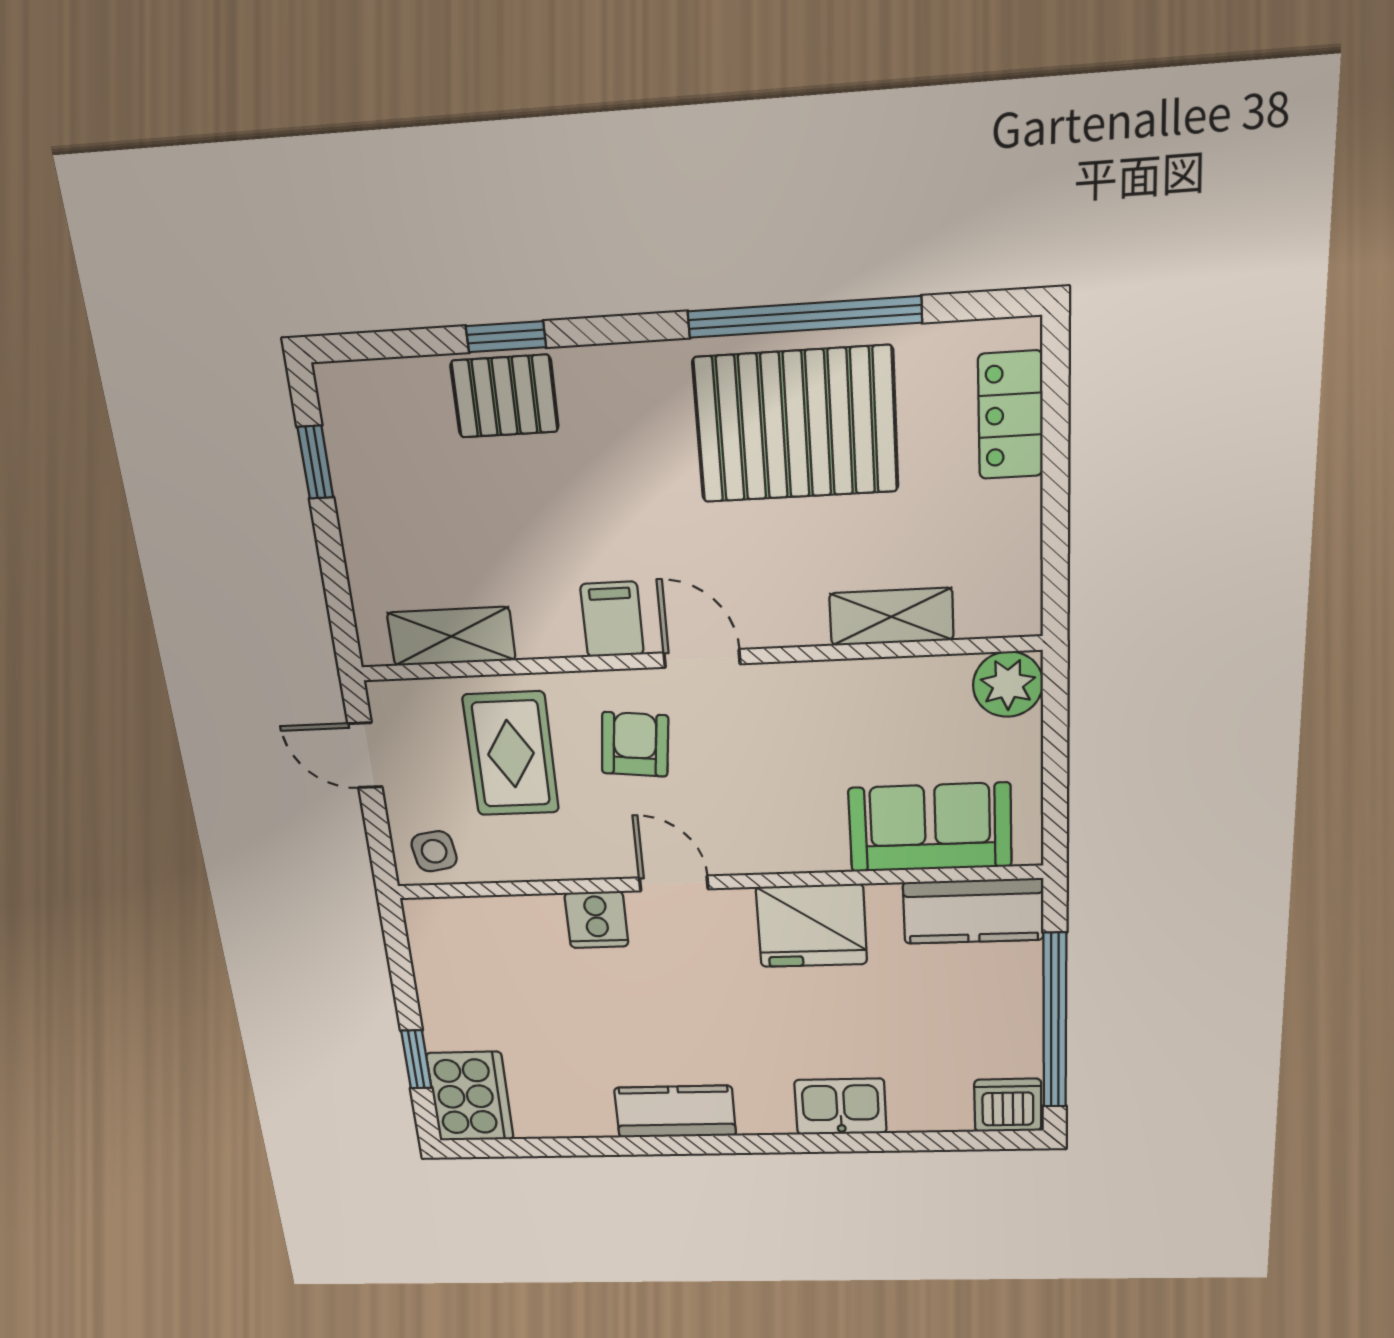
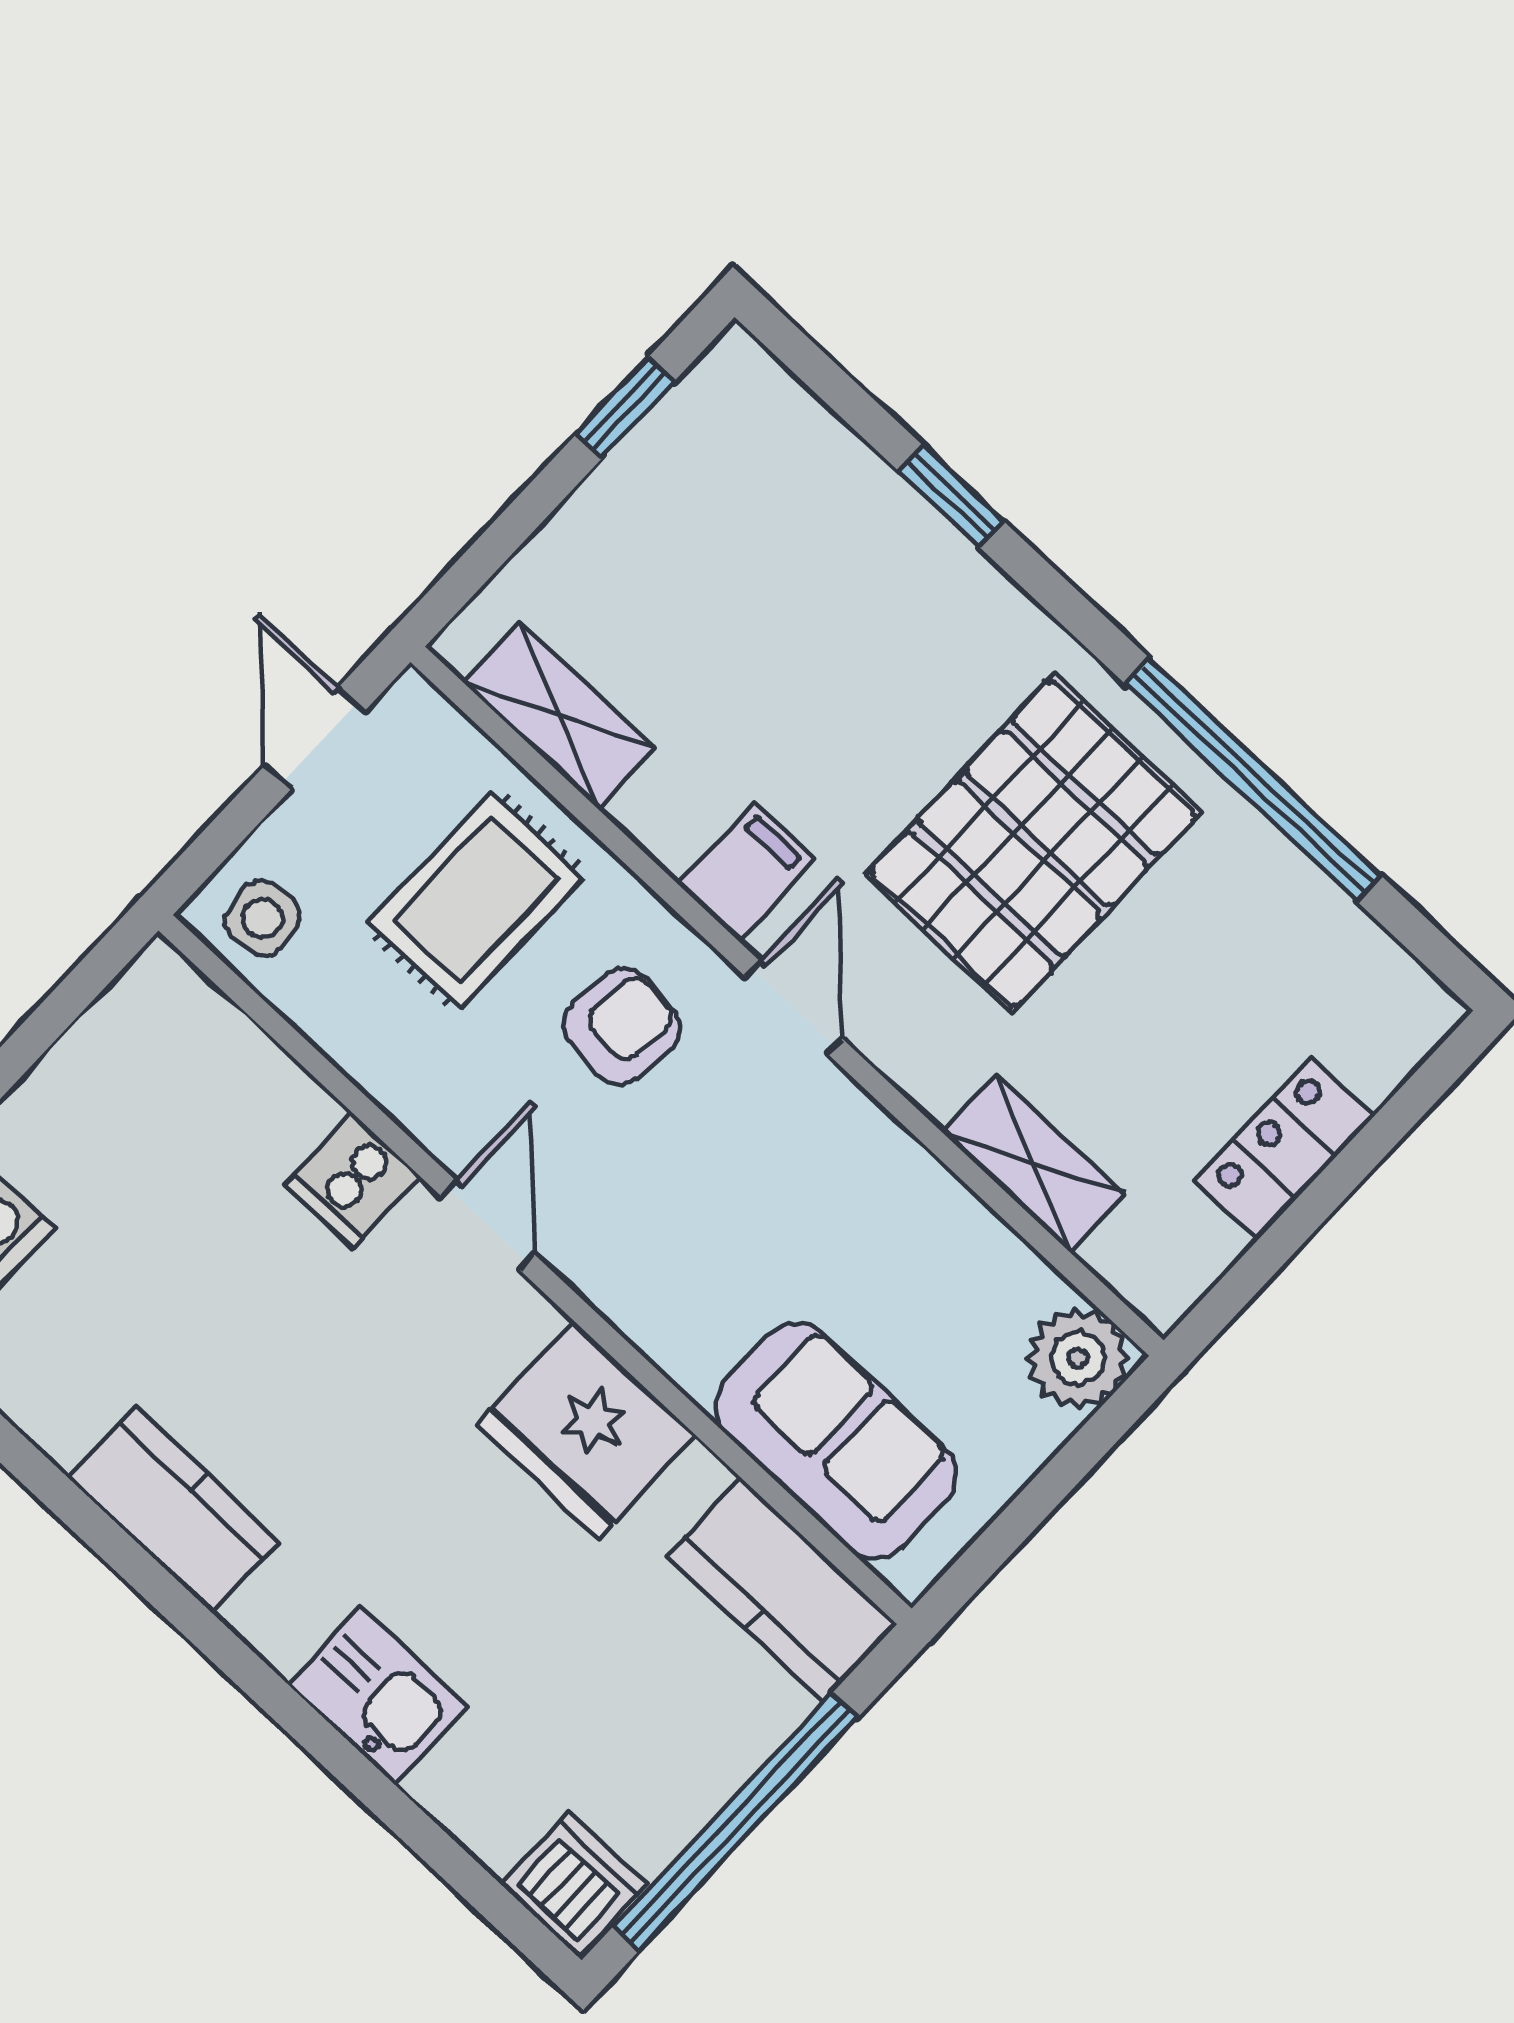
pallet: (505, 396) -> (887, 547), removed
locker: (1011, 415) -> (1285, 1148), moved
pallet: (796, 425) -> (1033, 844), moved, turned 90

